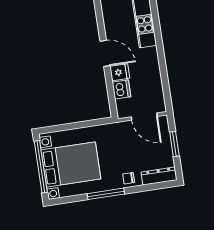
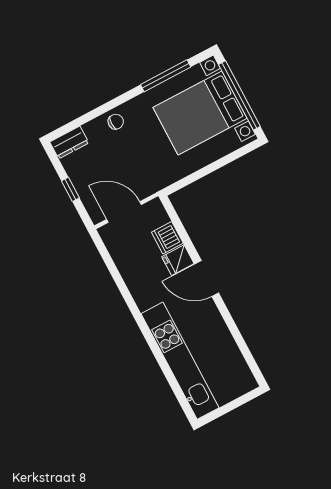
window: (174, 144) -> (70, 189), width x0.67
dresser: (159, 176) -> (69, 142), width x0.70
window: (106, 194) -> (166, 76), moved

